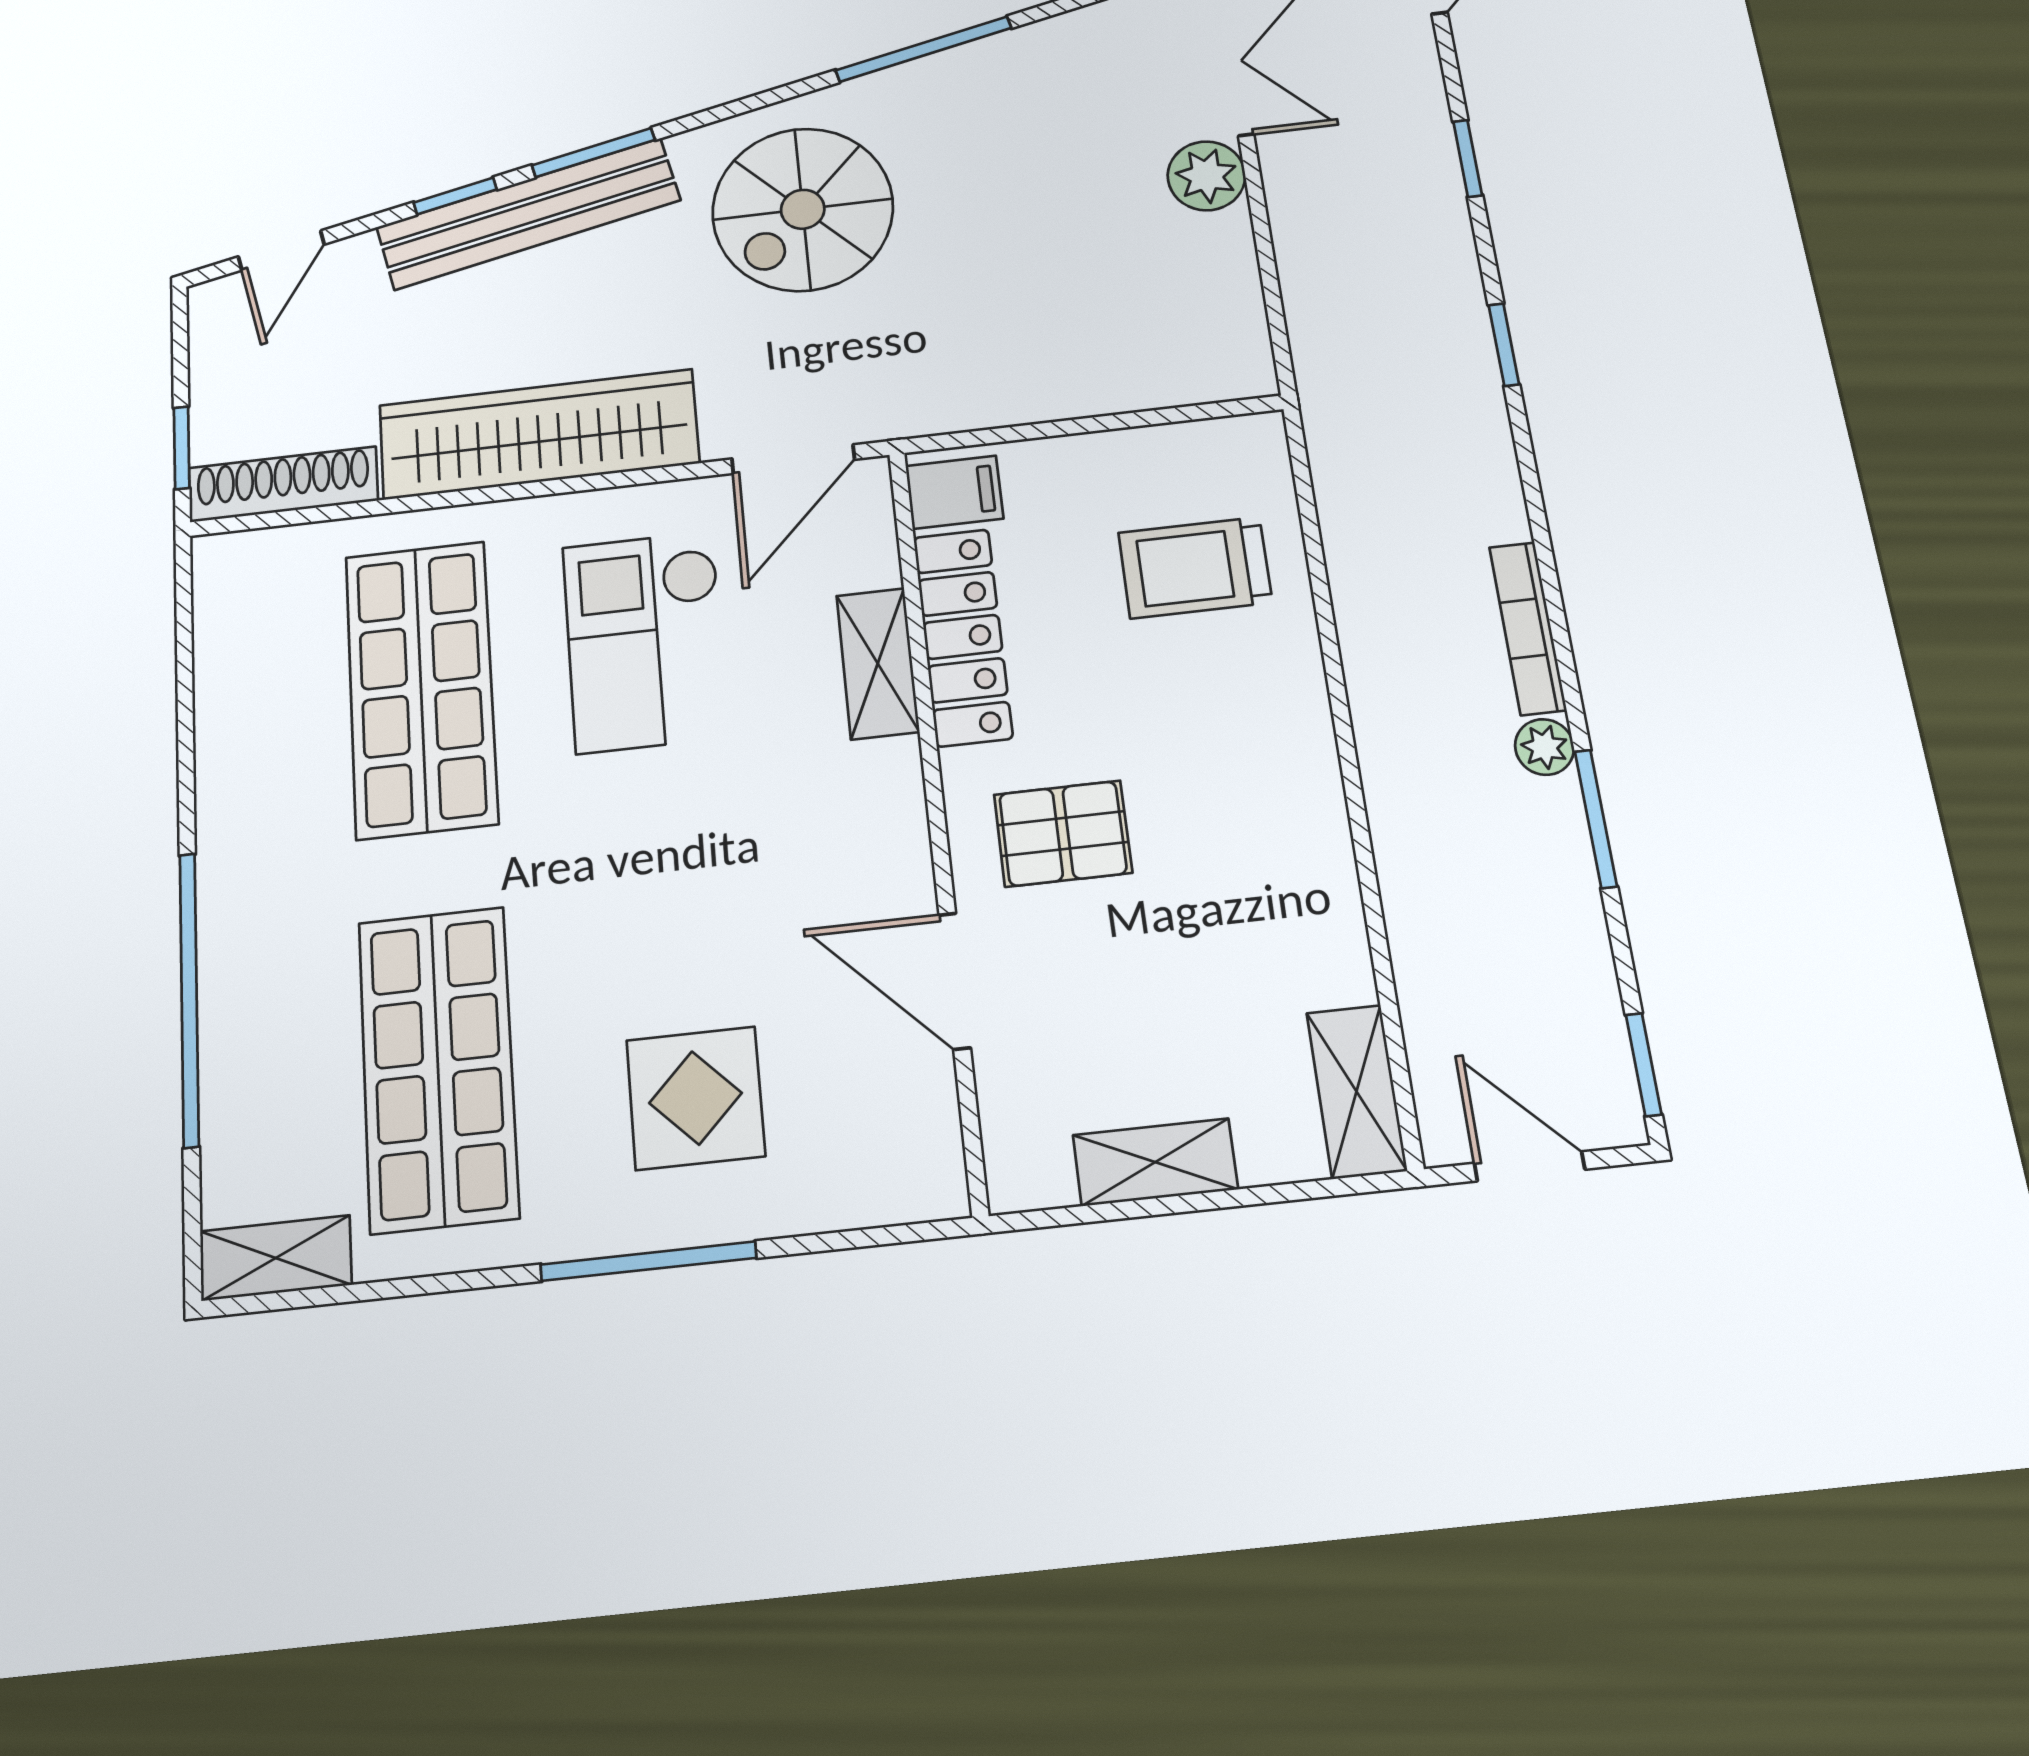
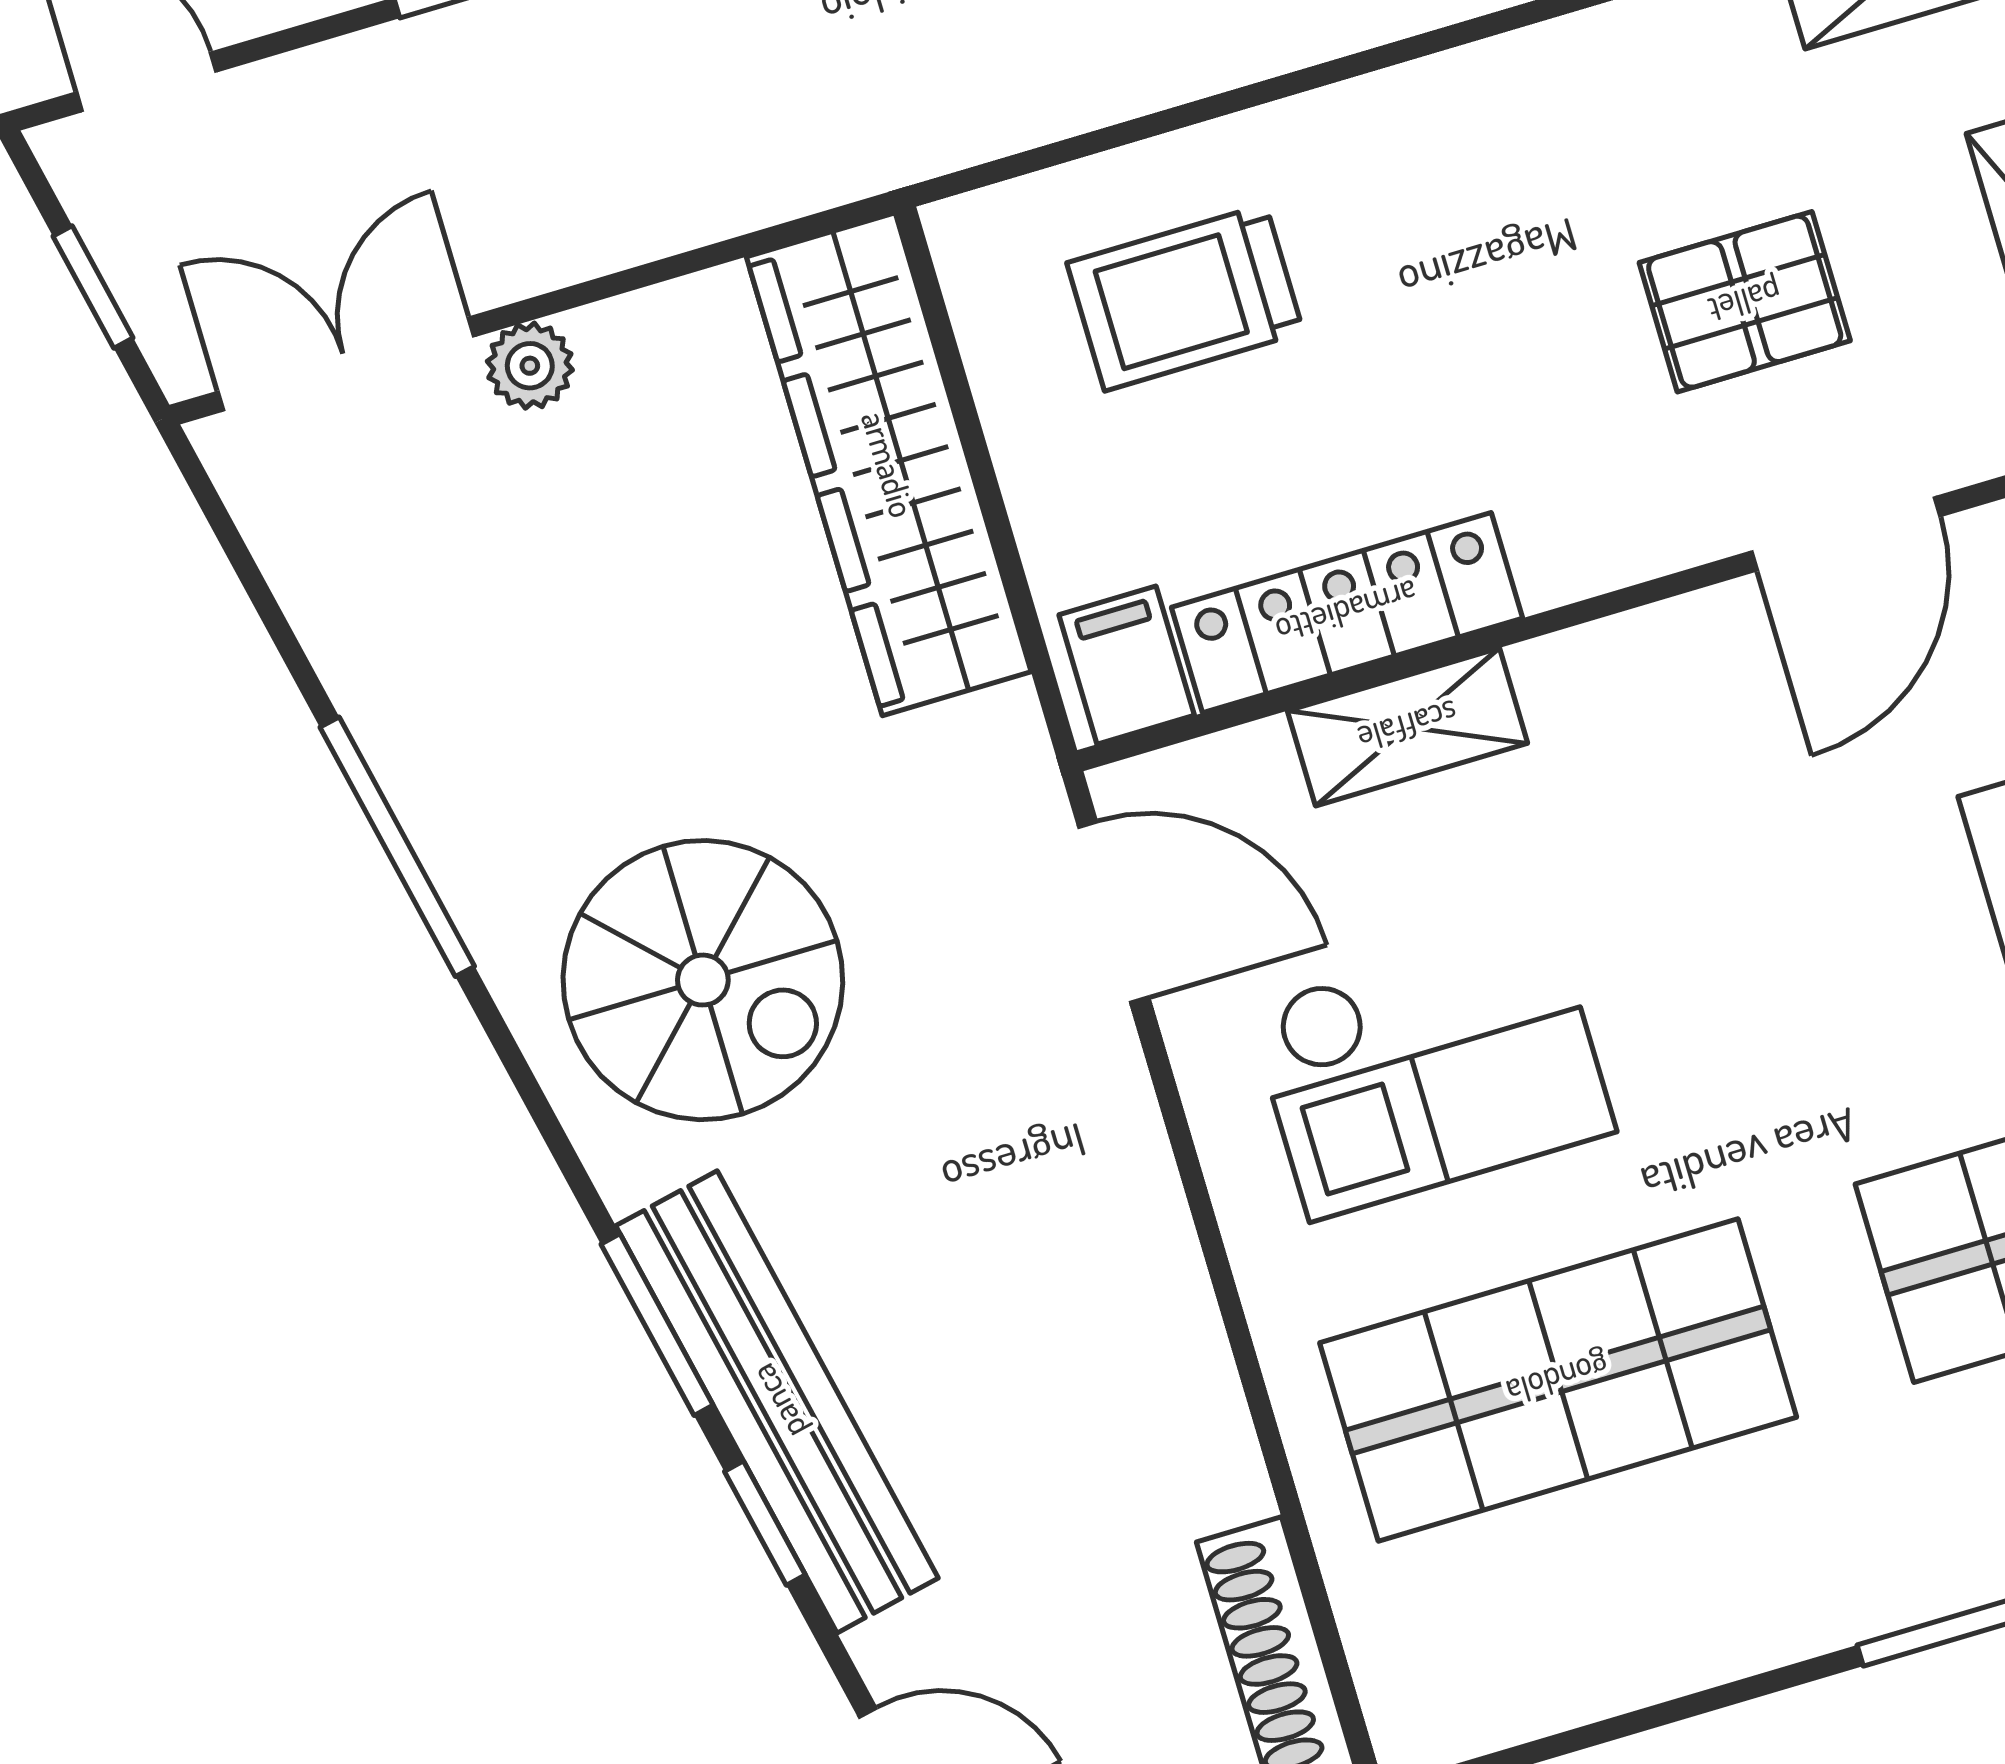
plant: (1206, 176) -> (530, 366), width x0.73, depth x0.73
wardrobe: (539, 434) -> (889, 464), moved
trolley: (1195, 568) -> (1185, 298), turned 90
pallet: (1063, 834) -> (1745, 302), moved, turned 90

